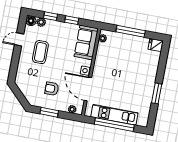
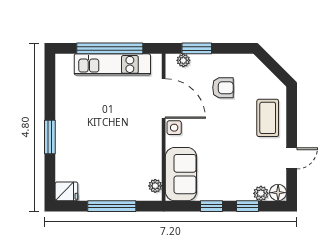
coffee table: (40, 52) -> (268, 118), moved
window: (157, 93) -> (50, 137), moved
window: (49, 112) -> (197, 48), moved

